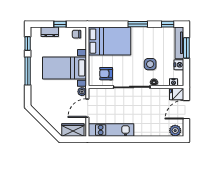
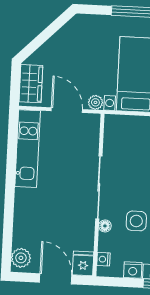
armchair: (106, 74) -> (124, 145), removed

